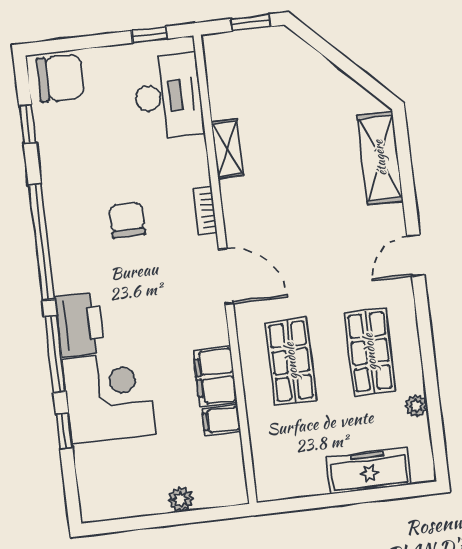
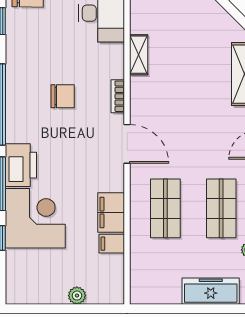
chair: (127, 220) -> (63, 96), turned 90

